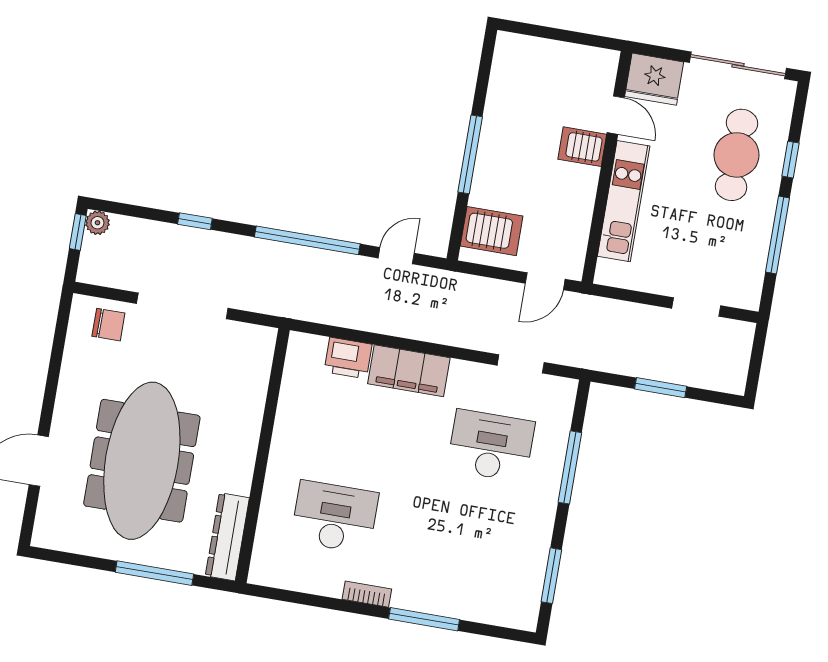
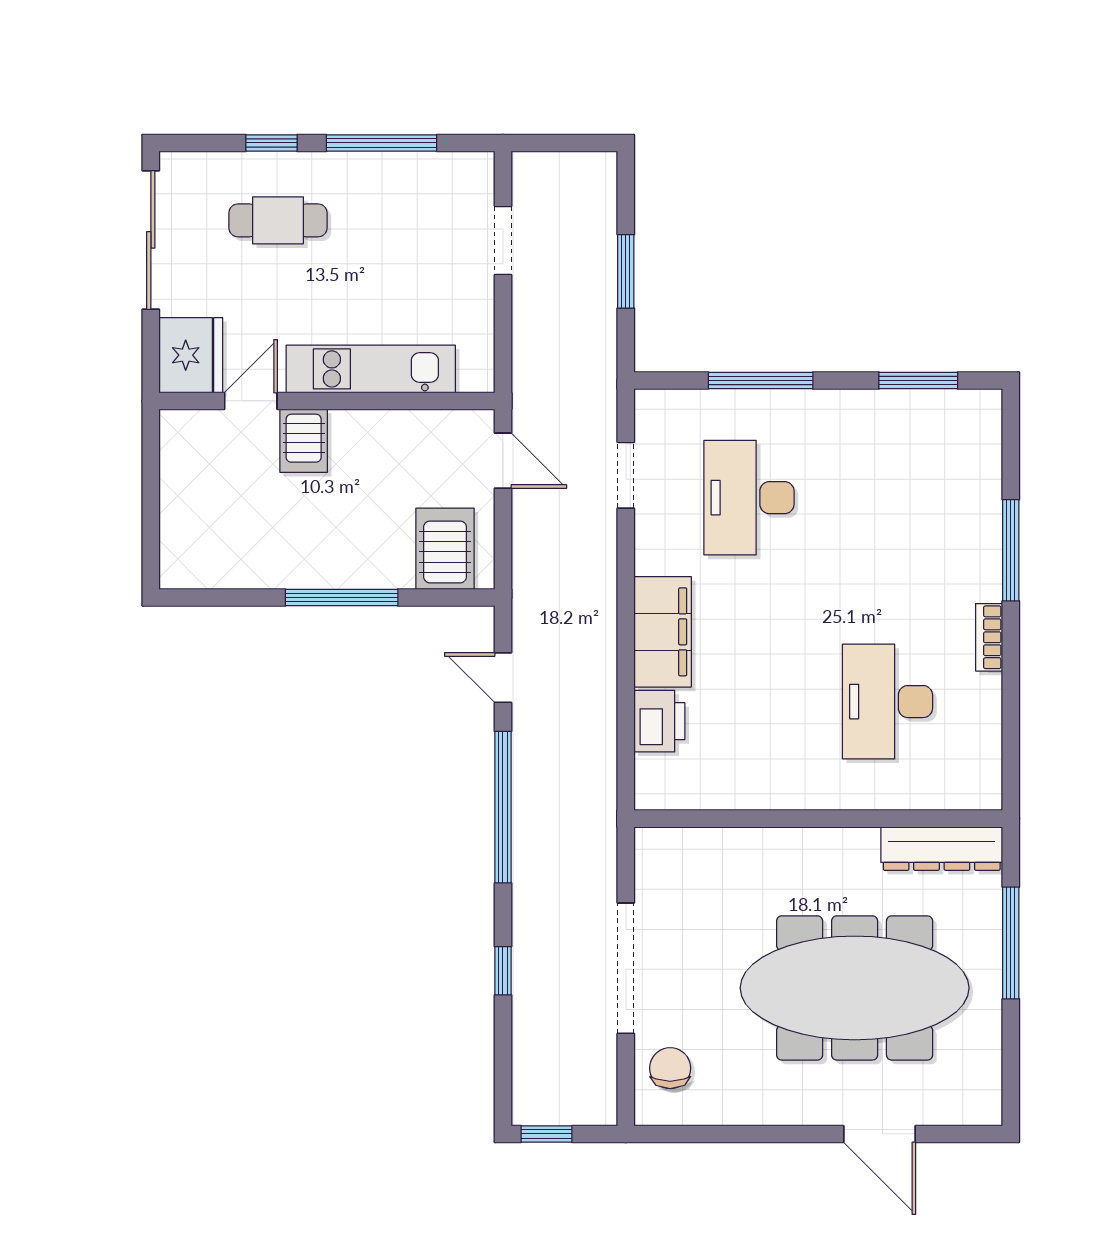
cafe table: (736, 155) -> (278, 220), width x0.73, depth x0.74
plant: (97, 223) -> (529, 1108), removed

